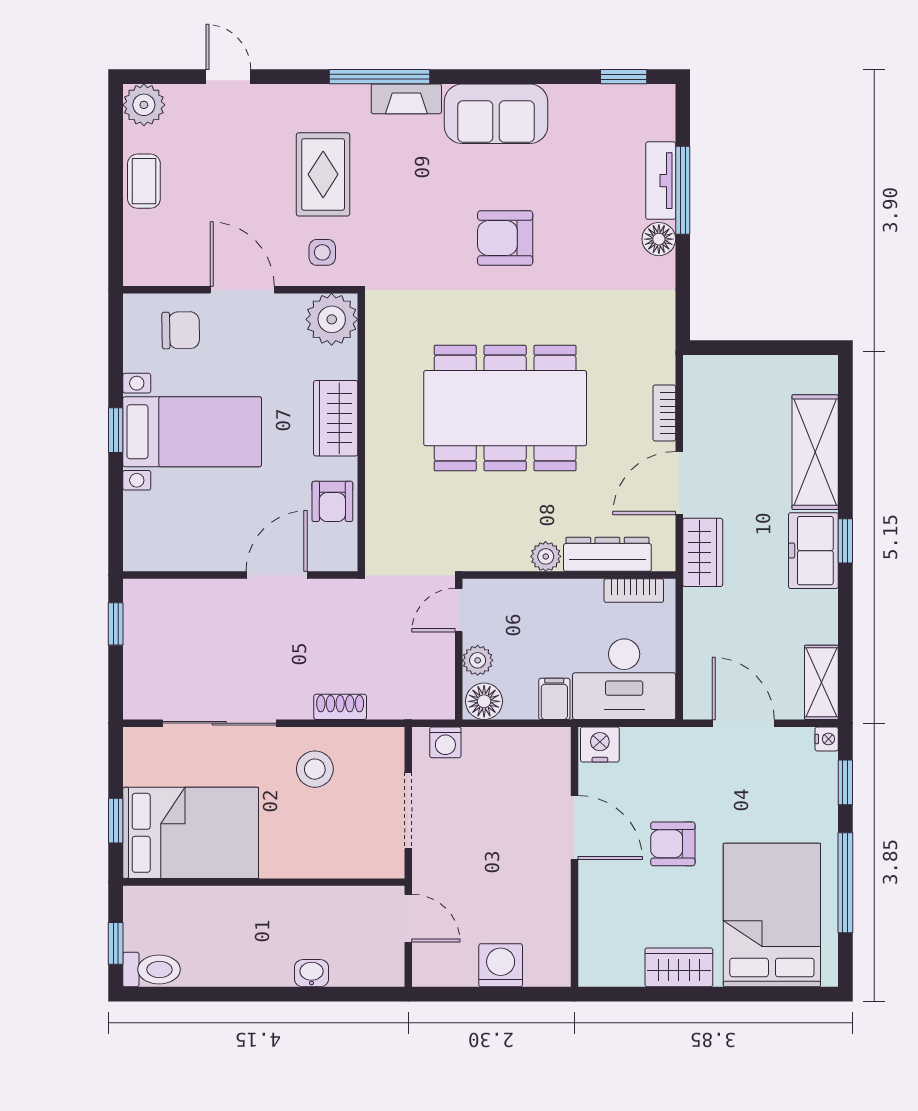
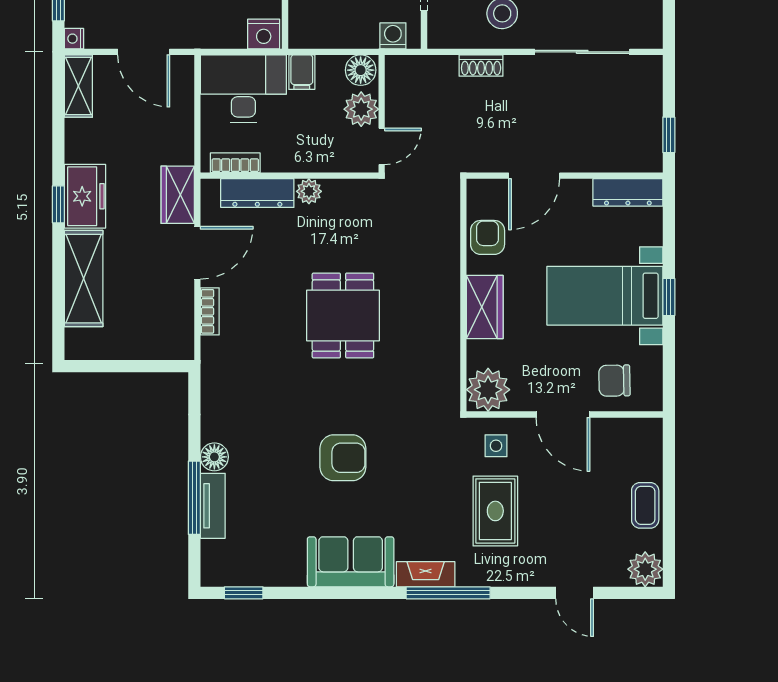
dining table: (505, 408) -> (343, 315), width x0.53, depth x0.80
dresser: (165, 555) -> (628, 192), added
plant: (478, 660) -> (361, 109), width x1.38, depth x1.38

